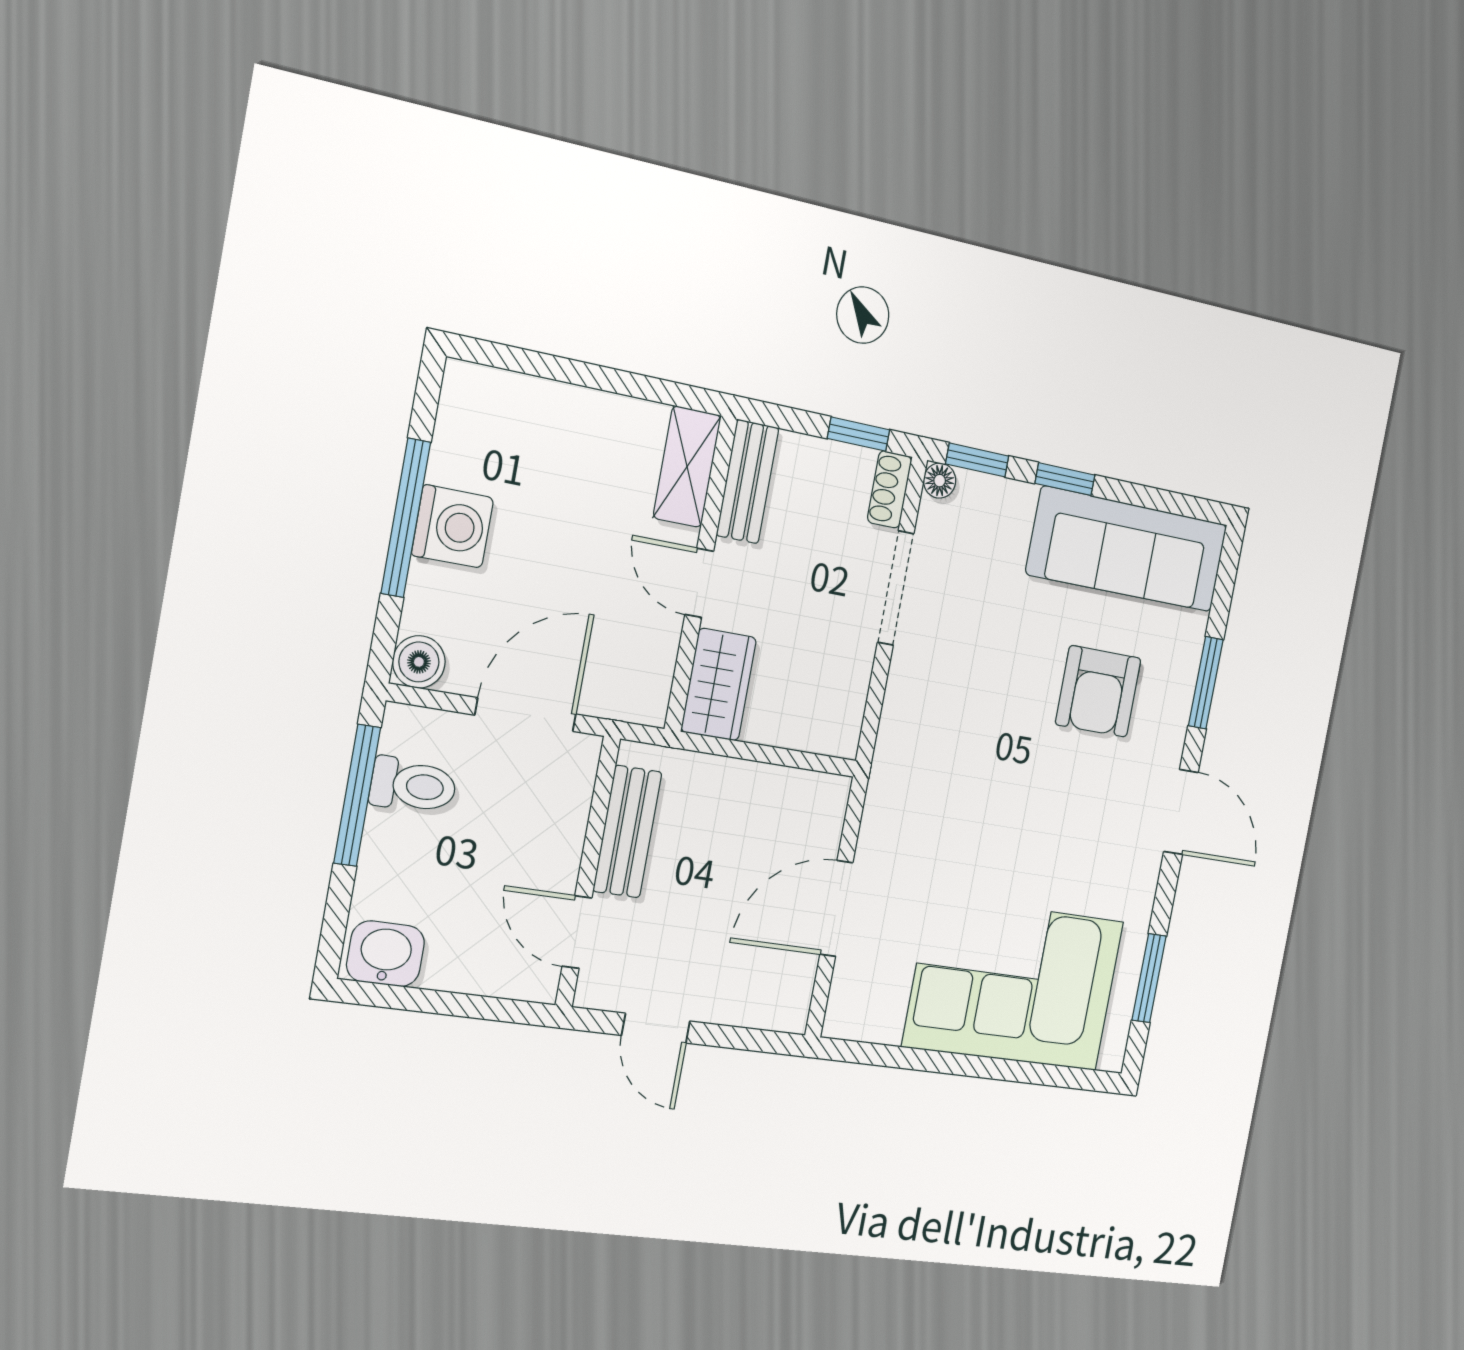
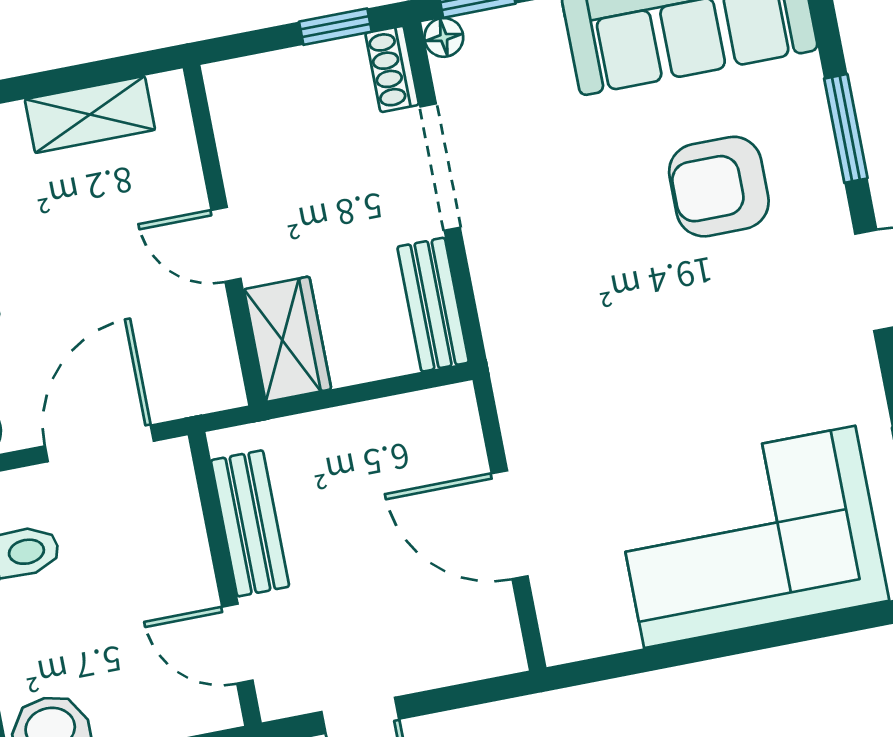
shelving: (687, 467) -> (90, 115), moved, turned 90
bench: (747, 482) -> (433, 305), moved
armchair: (1098, 691) -> (719, 187), turned 90
door: (836, 908) -> (510, 525), hinge flipped

